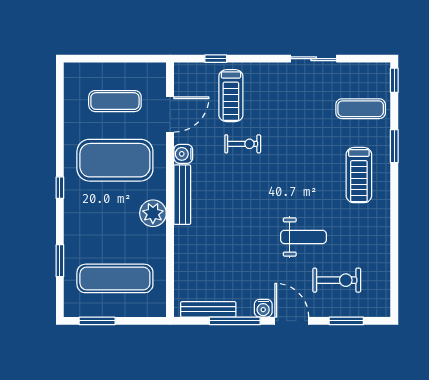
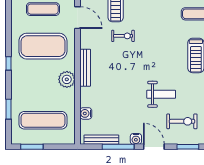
door: (170, 115) -> (77, 18), hinge flipped
water cooler: (183, 154) -> (86, 113), moved

